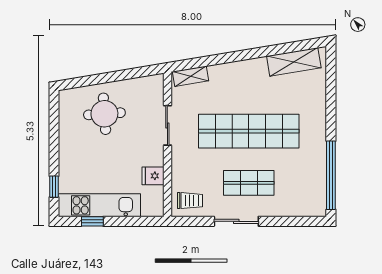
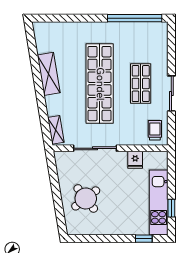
shelving: (294, 62) -> (49, 74), moved
round table: (104, 114) -> (86, 198), turned -34
sliding door: (167, 125) -> (95, 148), width x1.37

